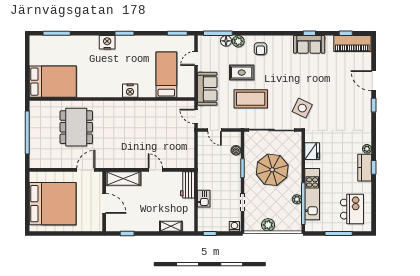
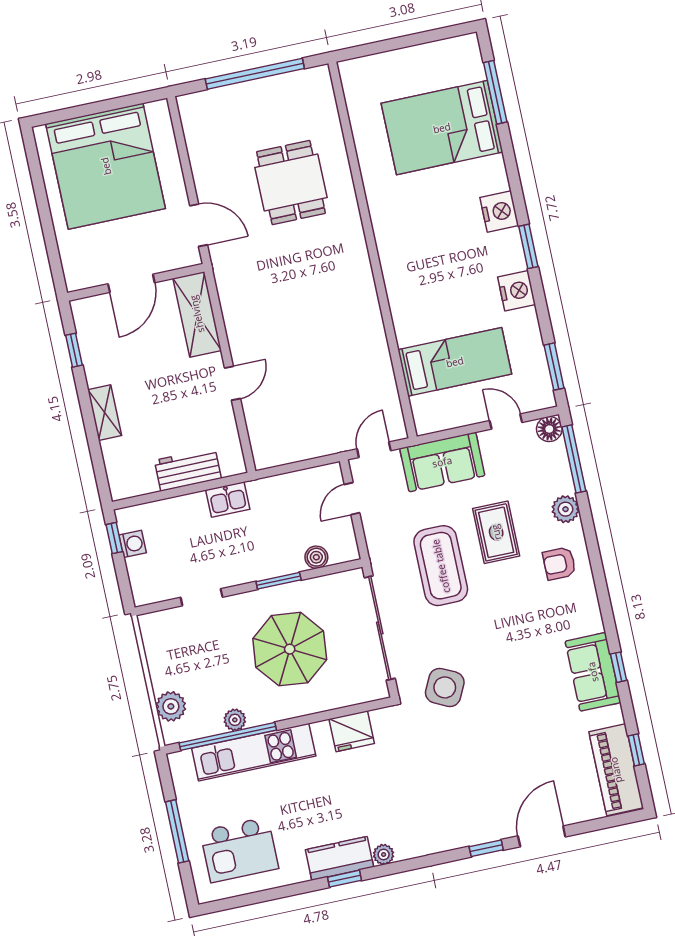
floor lamp: (226, 41) -> (549, 429), moved
bed: (53, 82) -> (442, 128), moved, turned 90
nightstand: (130, 91) -> (517, 291), moved, turned 180
dining table: (76, 127) -> (291, 183), width x0.73
workbench: (187, 185) -> (188, 469), moved
kitchen sink: (204, 199) -> (228, 500), moved
plant: (268, 225) -> (171, 706), moved
shelving: (171, 226) -> (105, 413), moved
washing machine: (234, 226) -> (133, 544), moved

